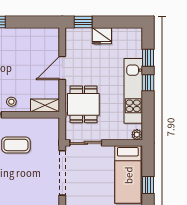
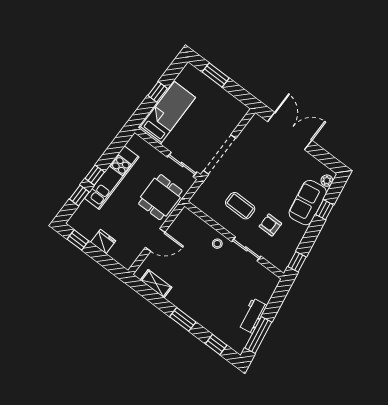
window: (83, 22) -> (78, 240), moved
shelving: (45, 105) -> (156, 284), moved
plant: (137, 135) -> (135, 140), removed

